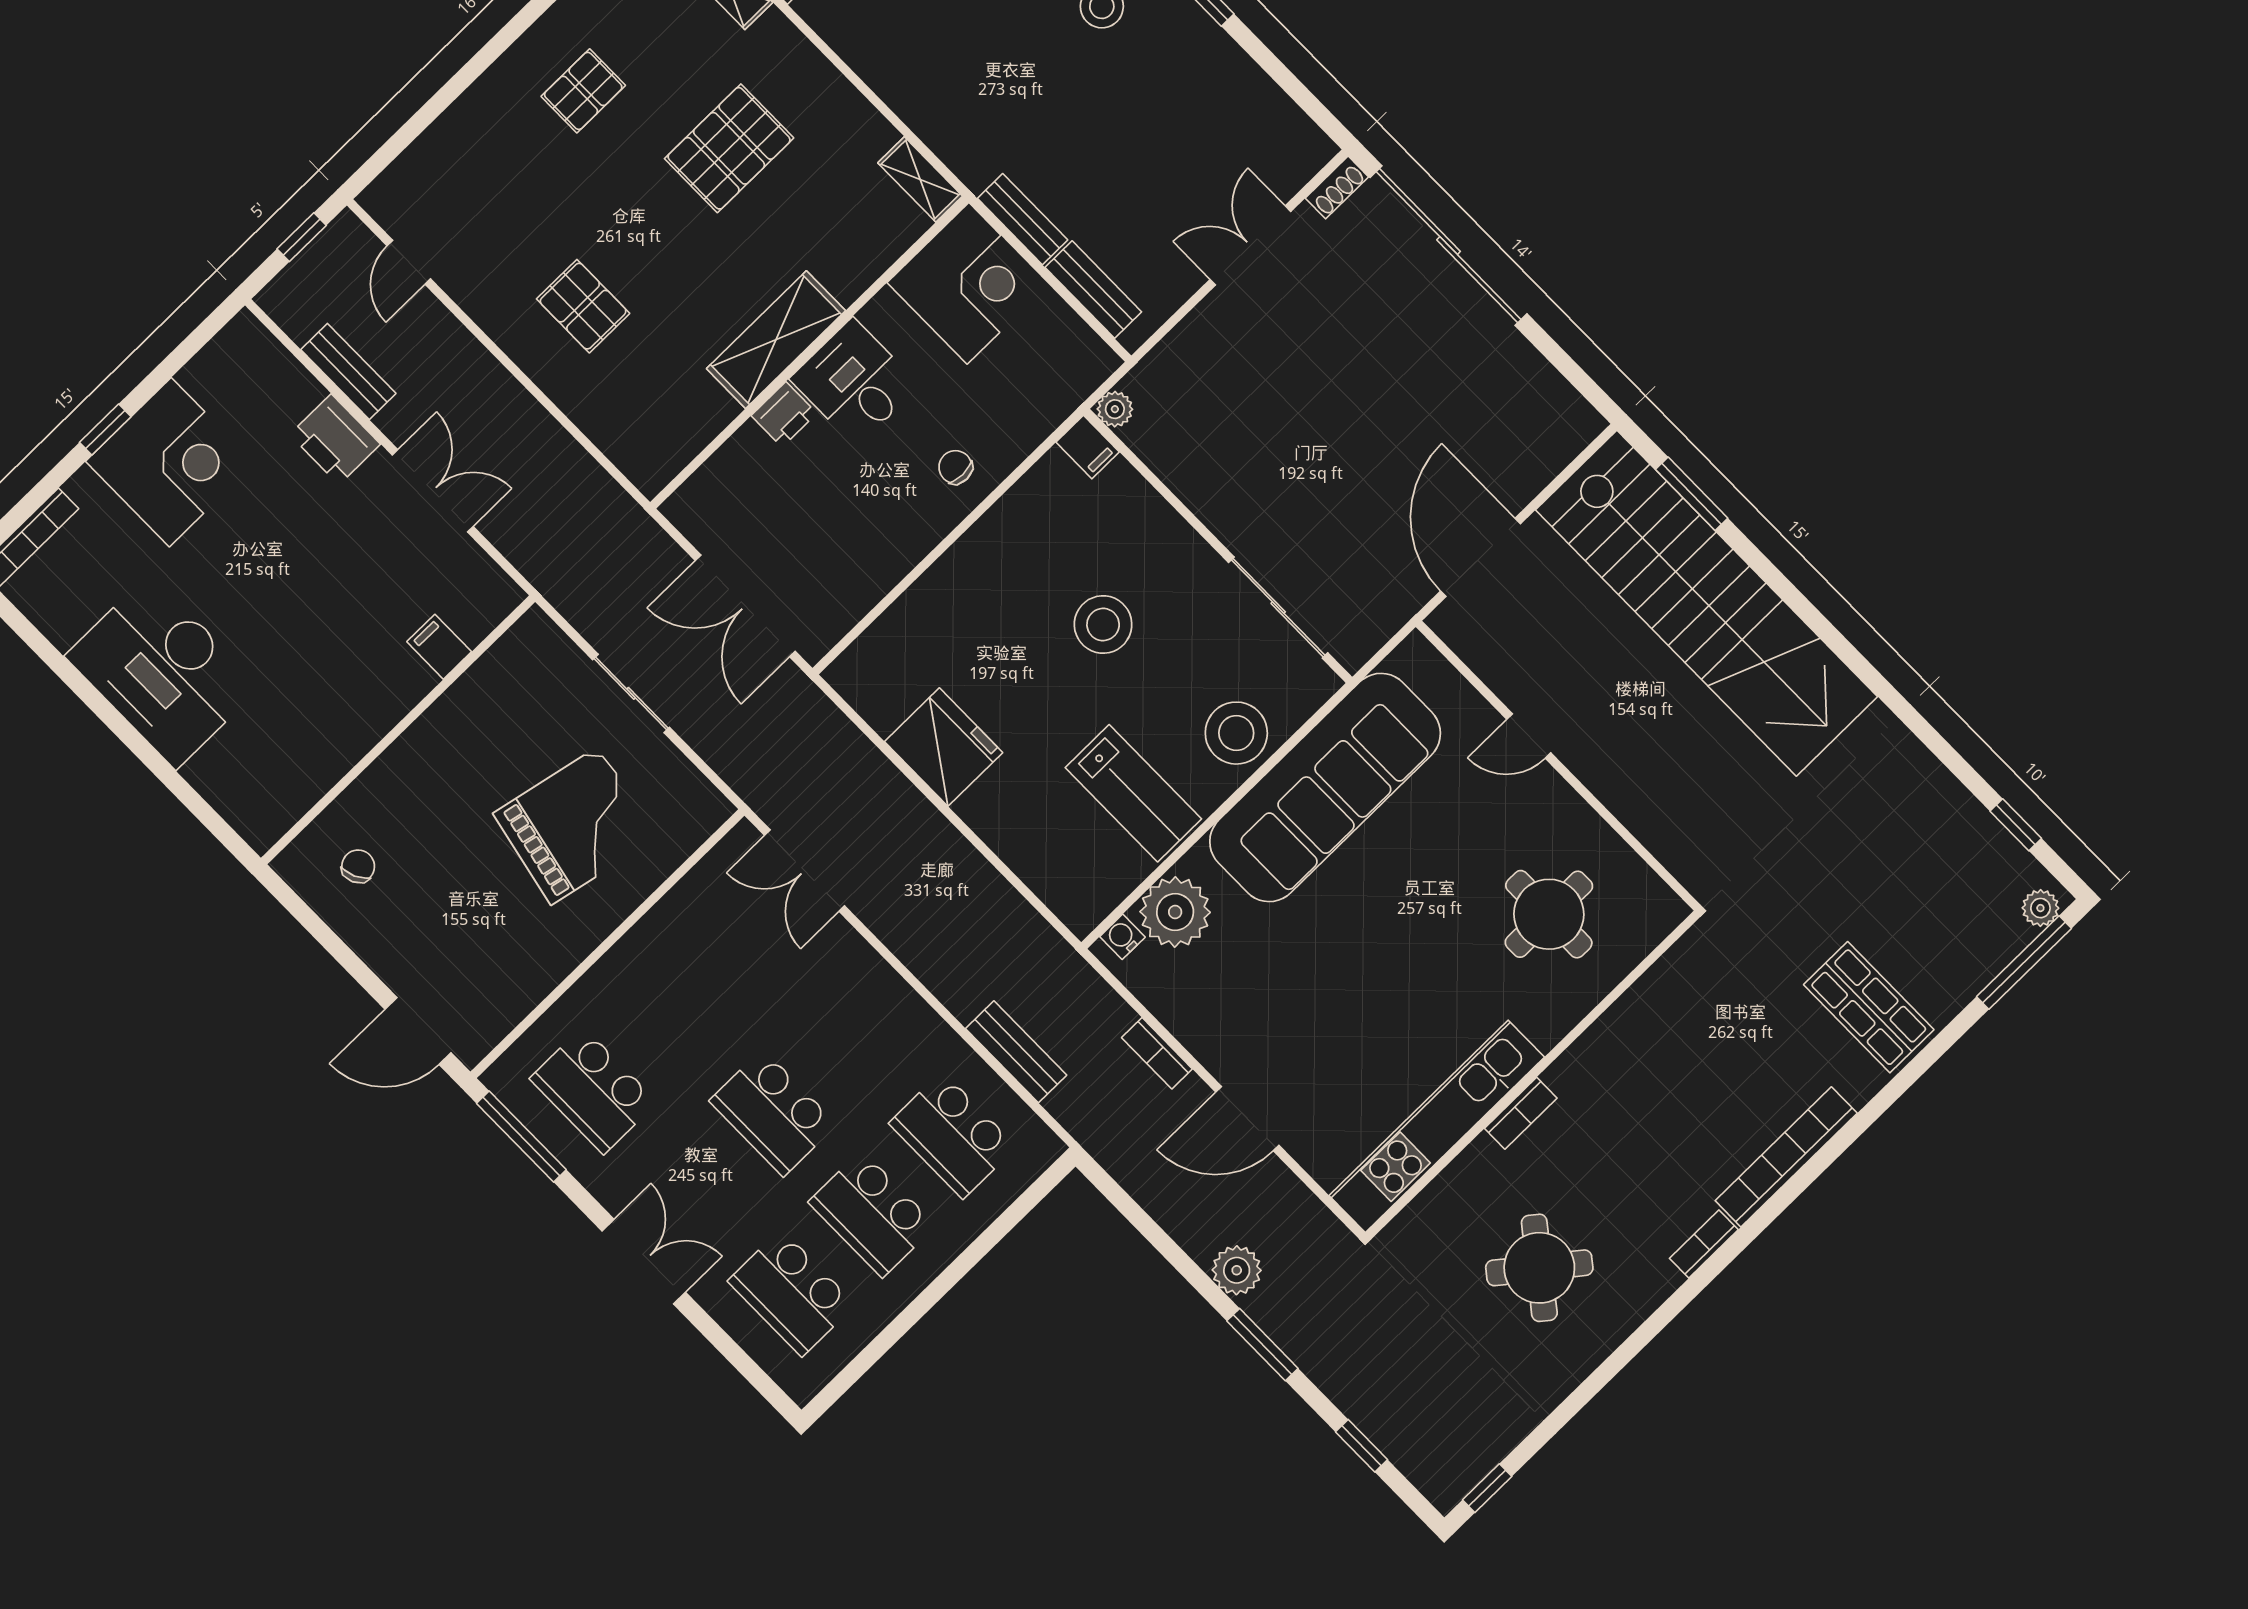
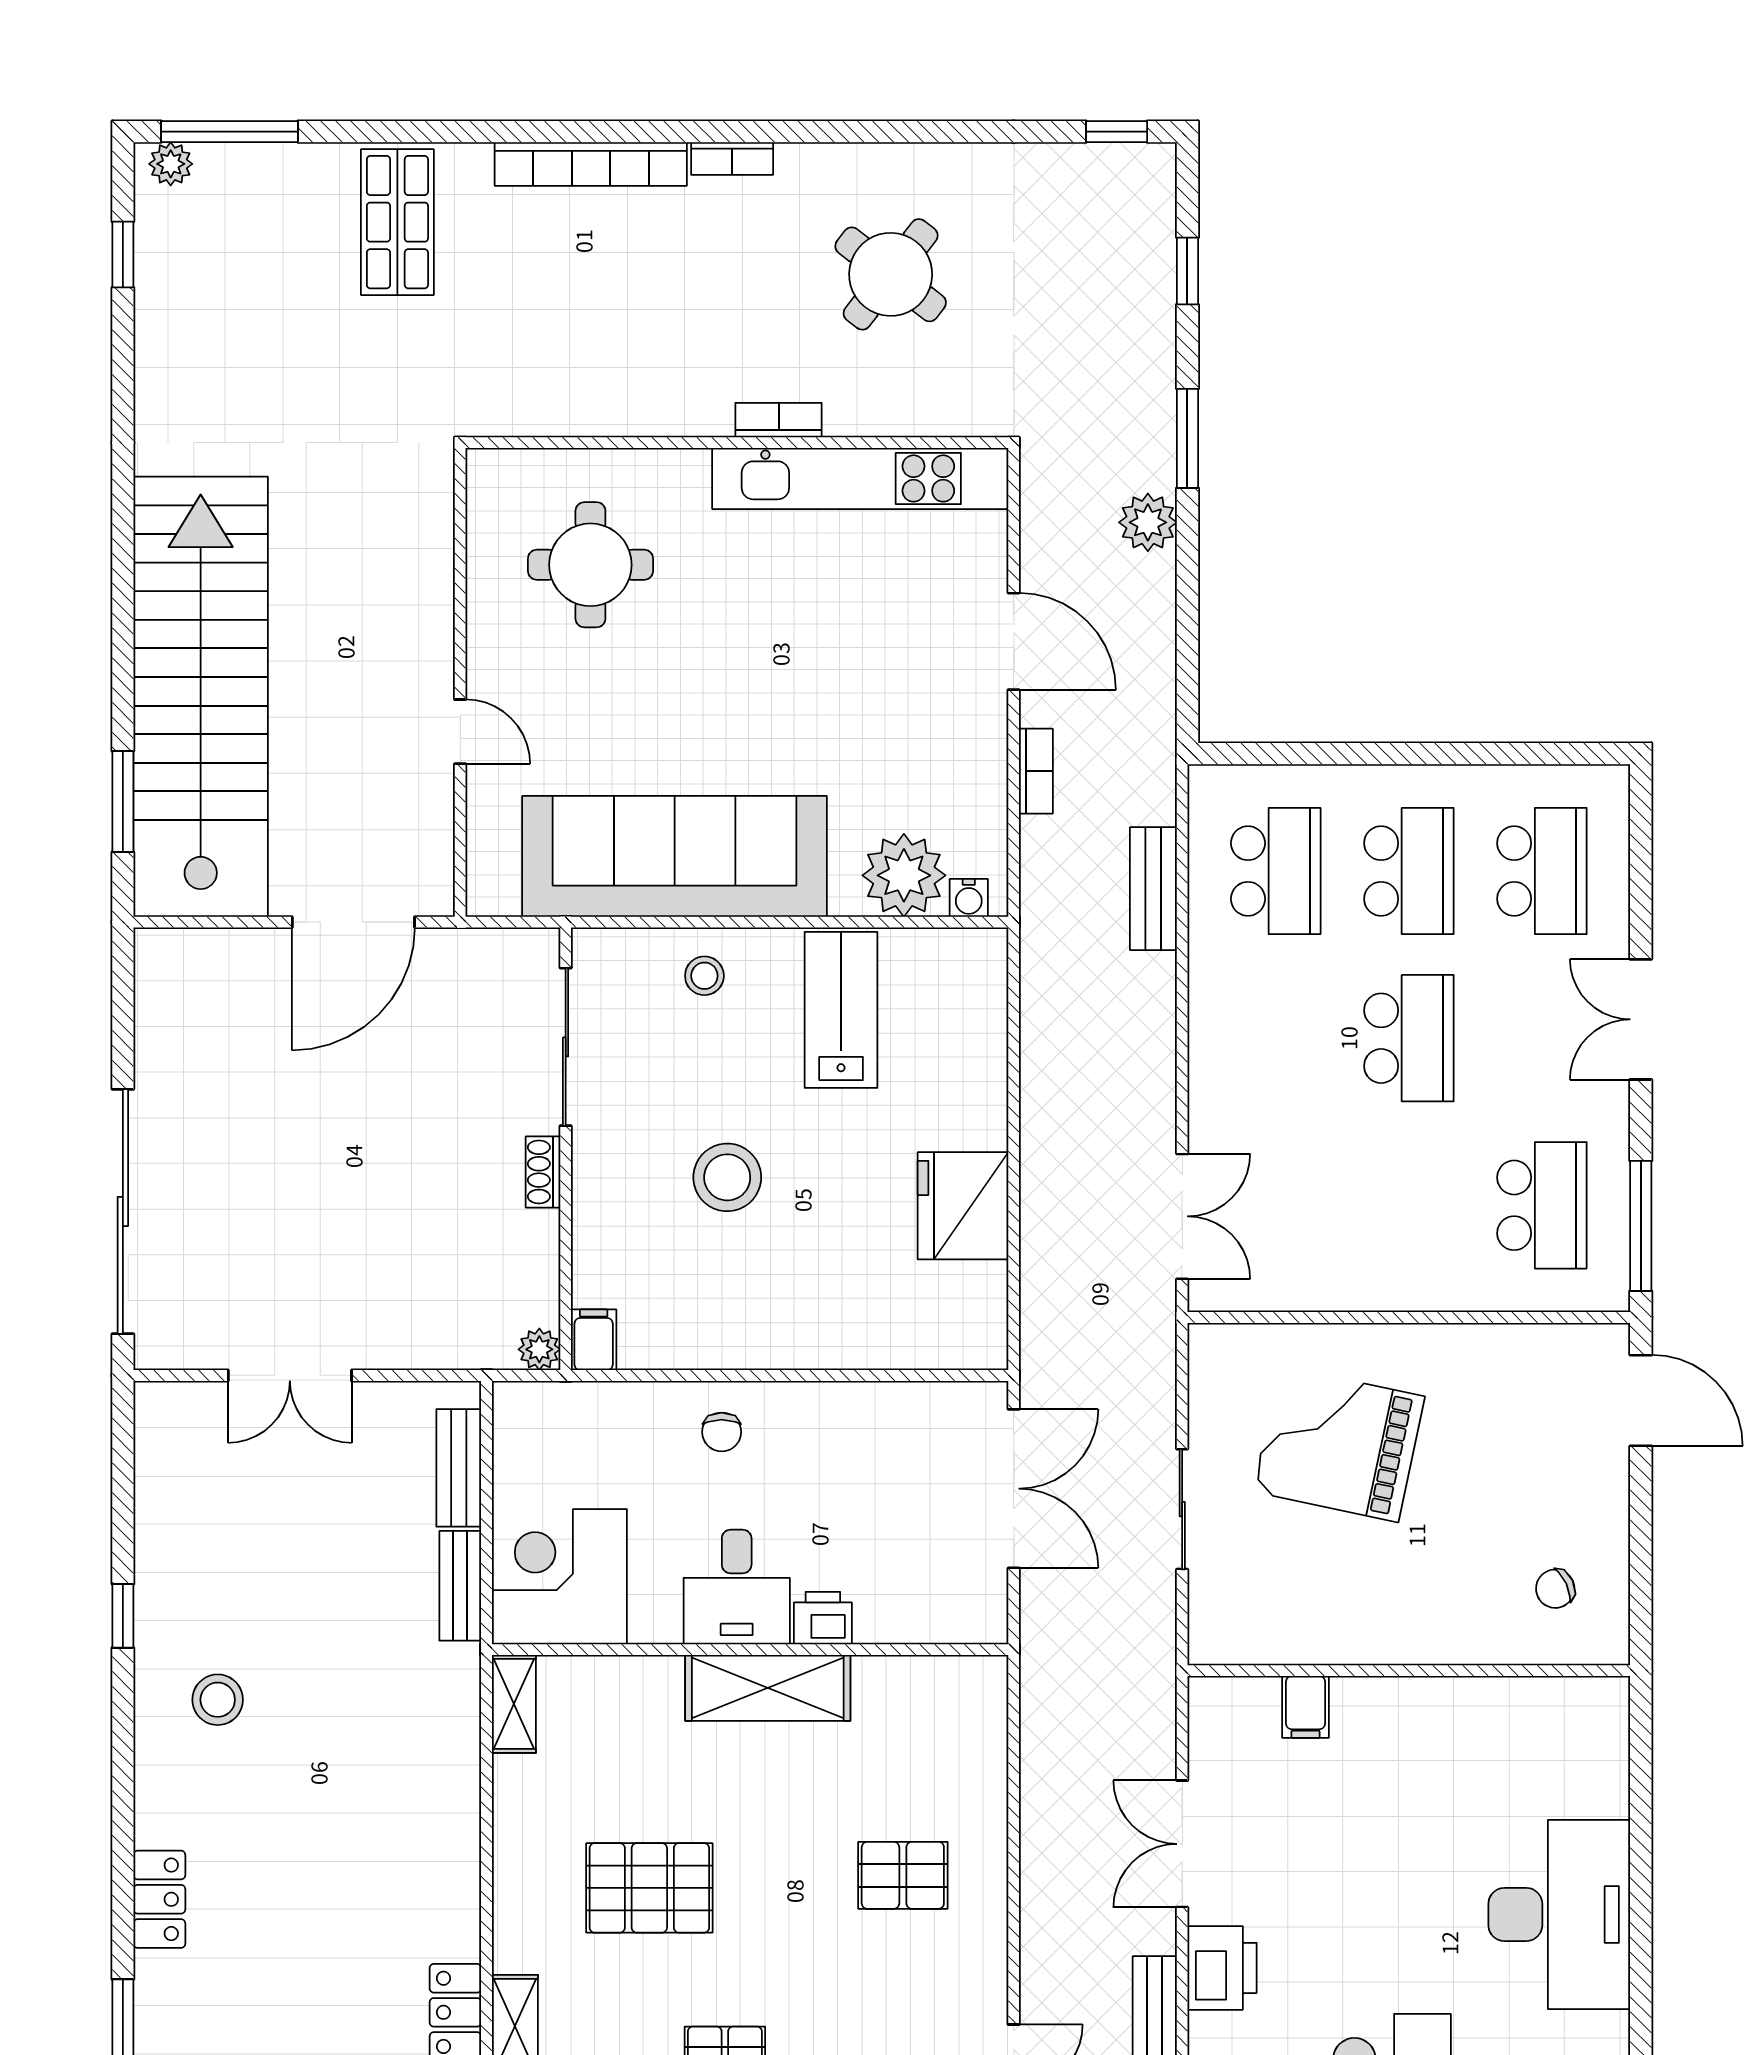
shoe rack: (1337, 187) -> (543, 1172), moved, turned -90
pallet: (583, 306) -> (903, 1875), turned 90
stool: (1236, 733) -> (704, 976), width x0.53, depth x0.53

